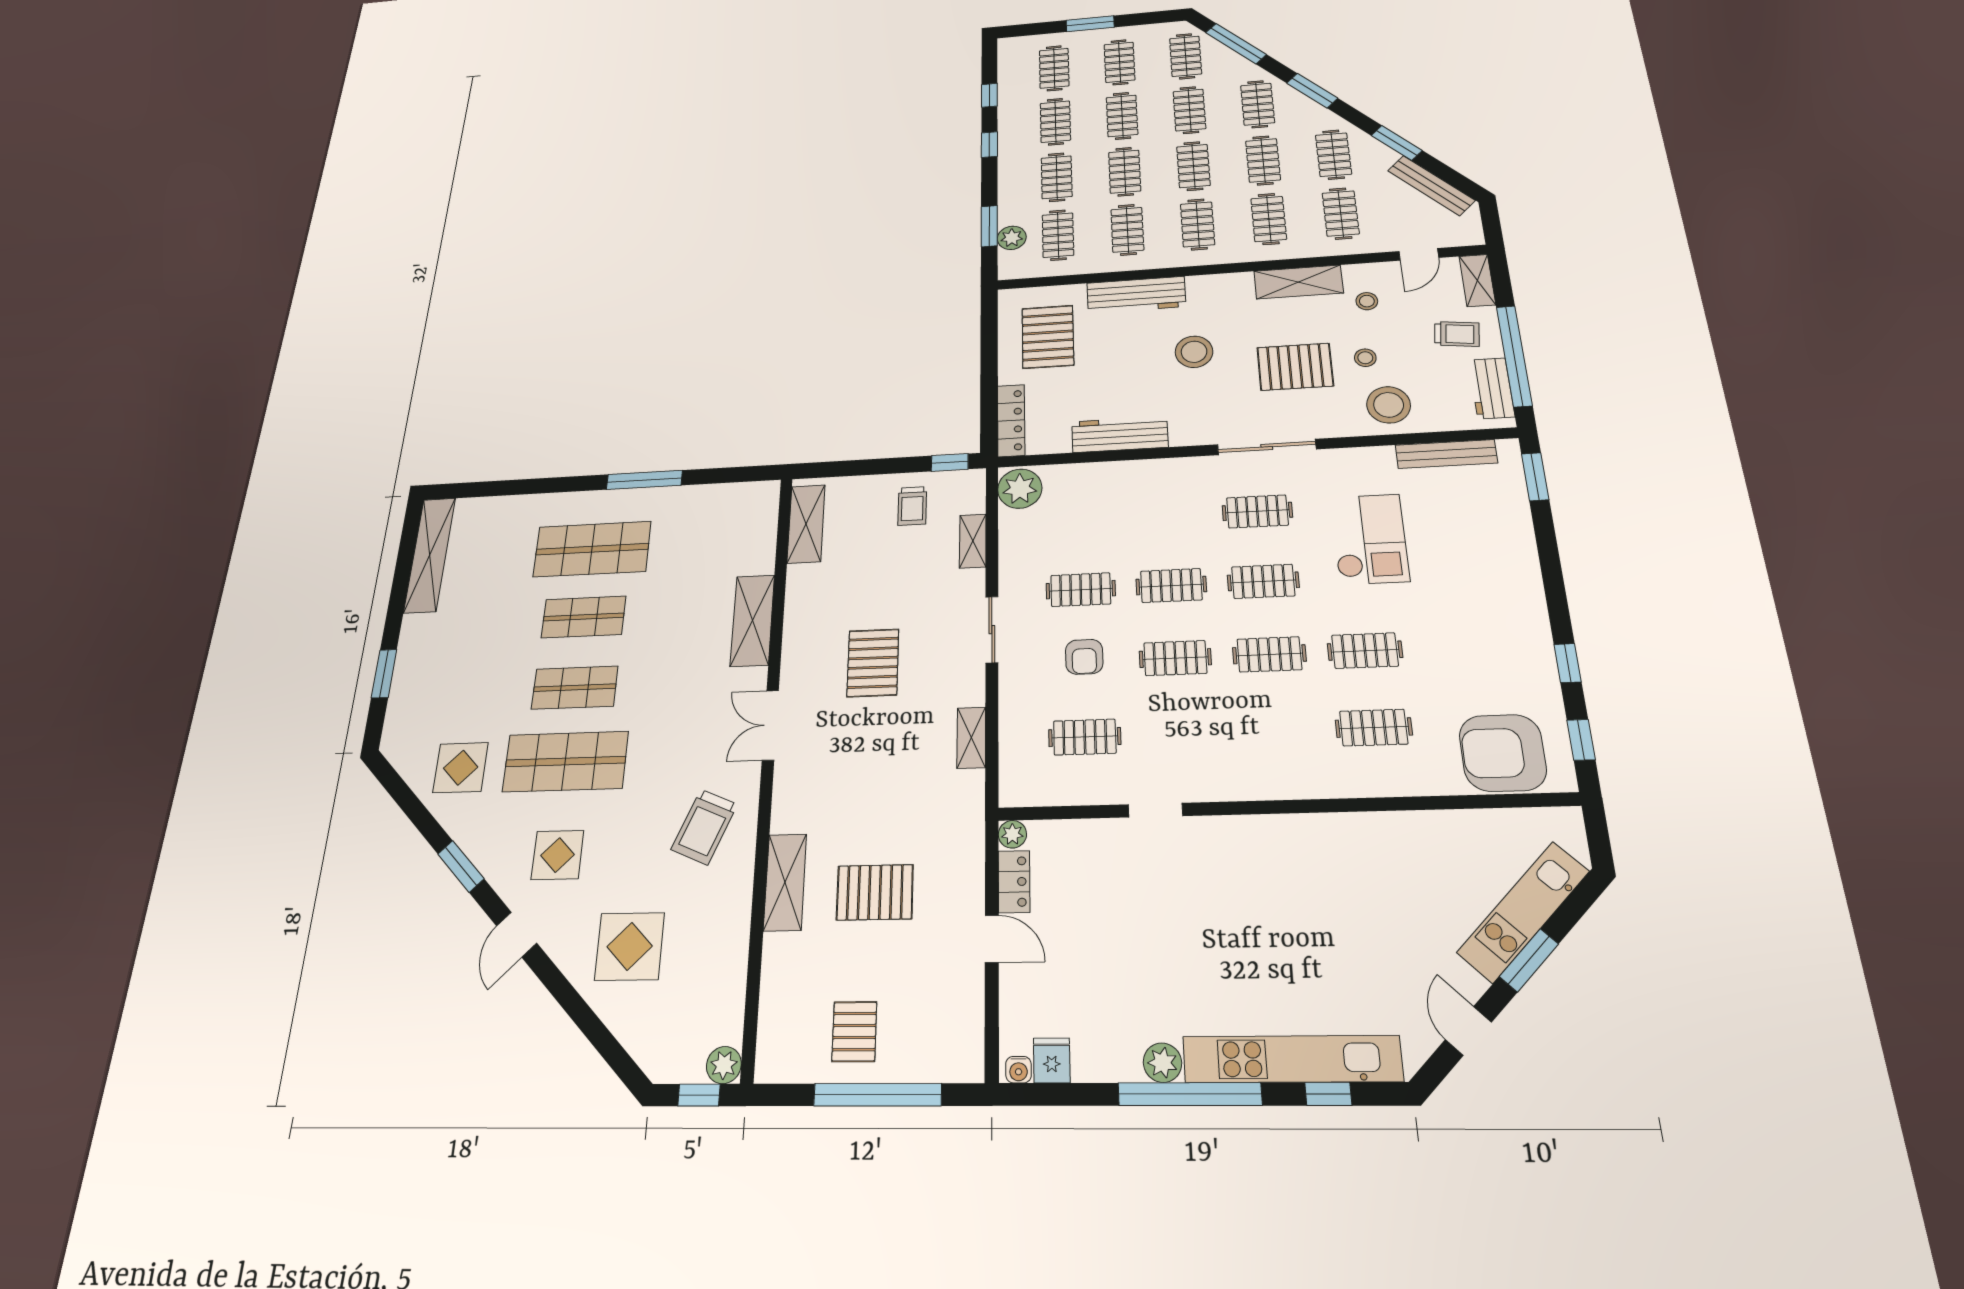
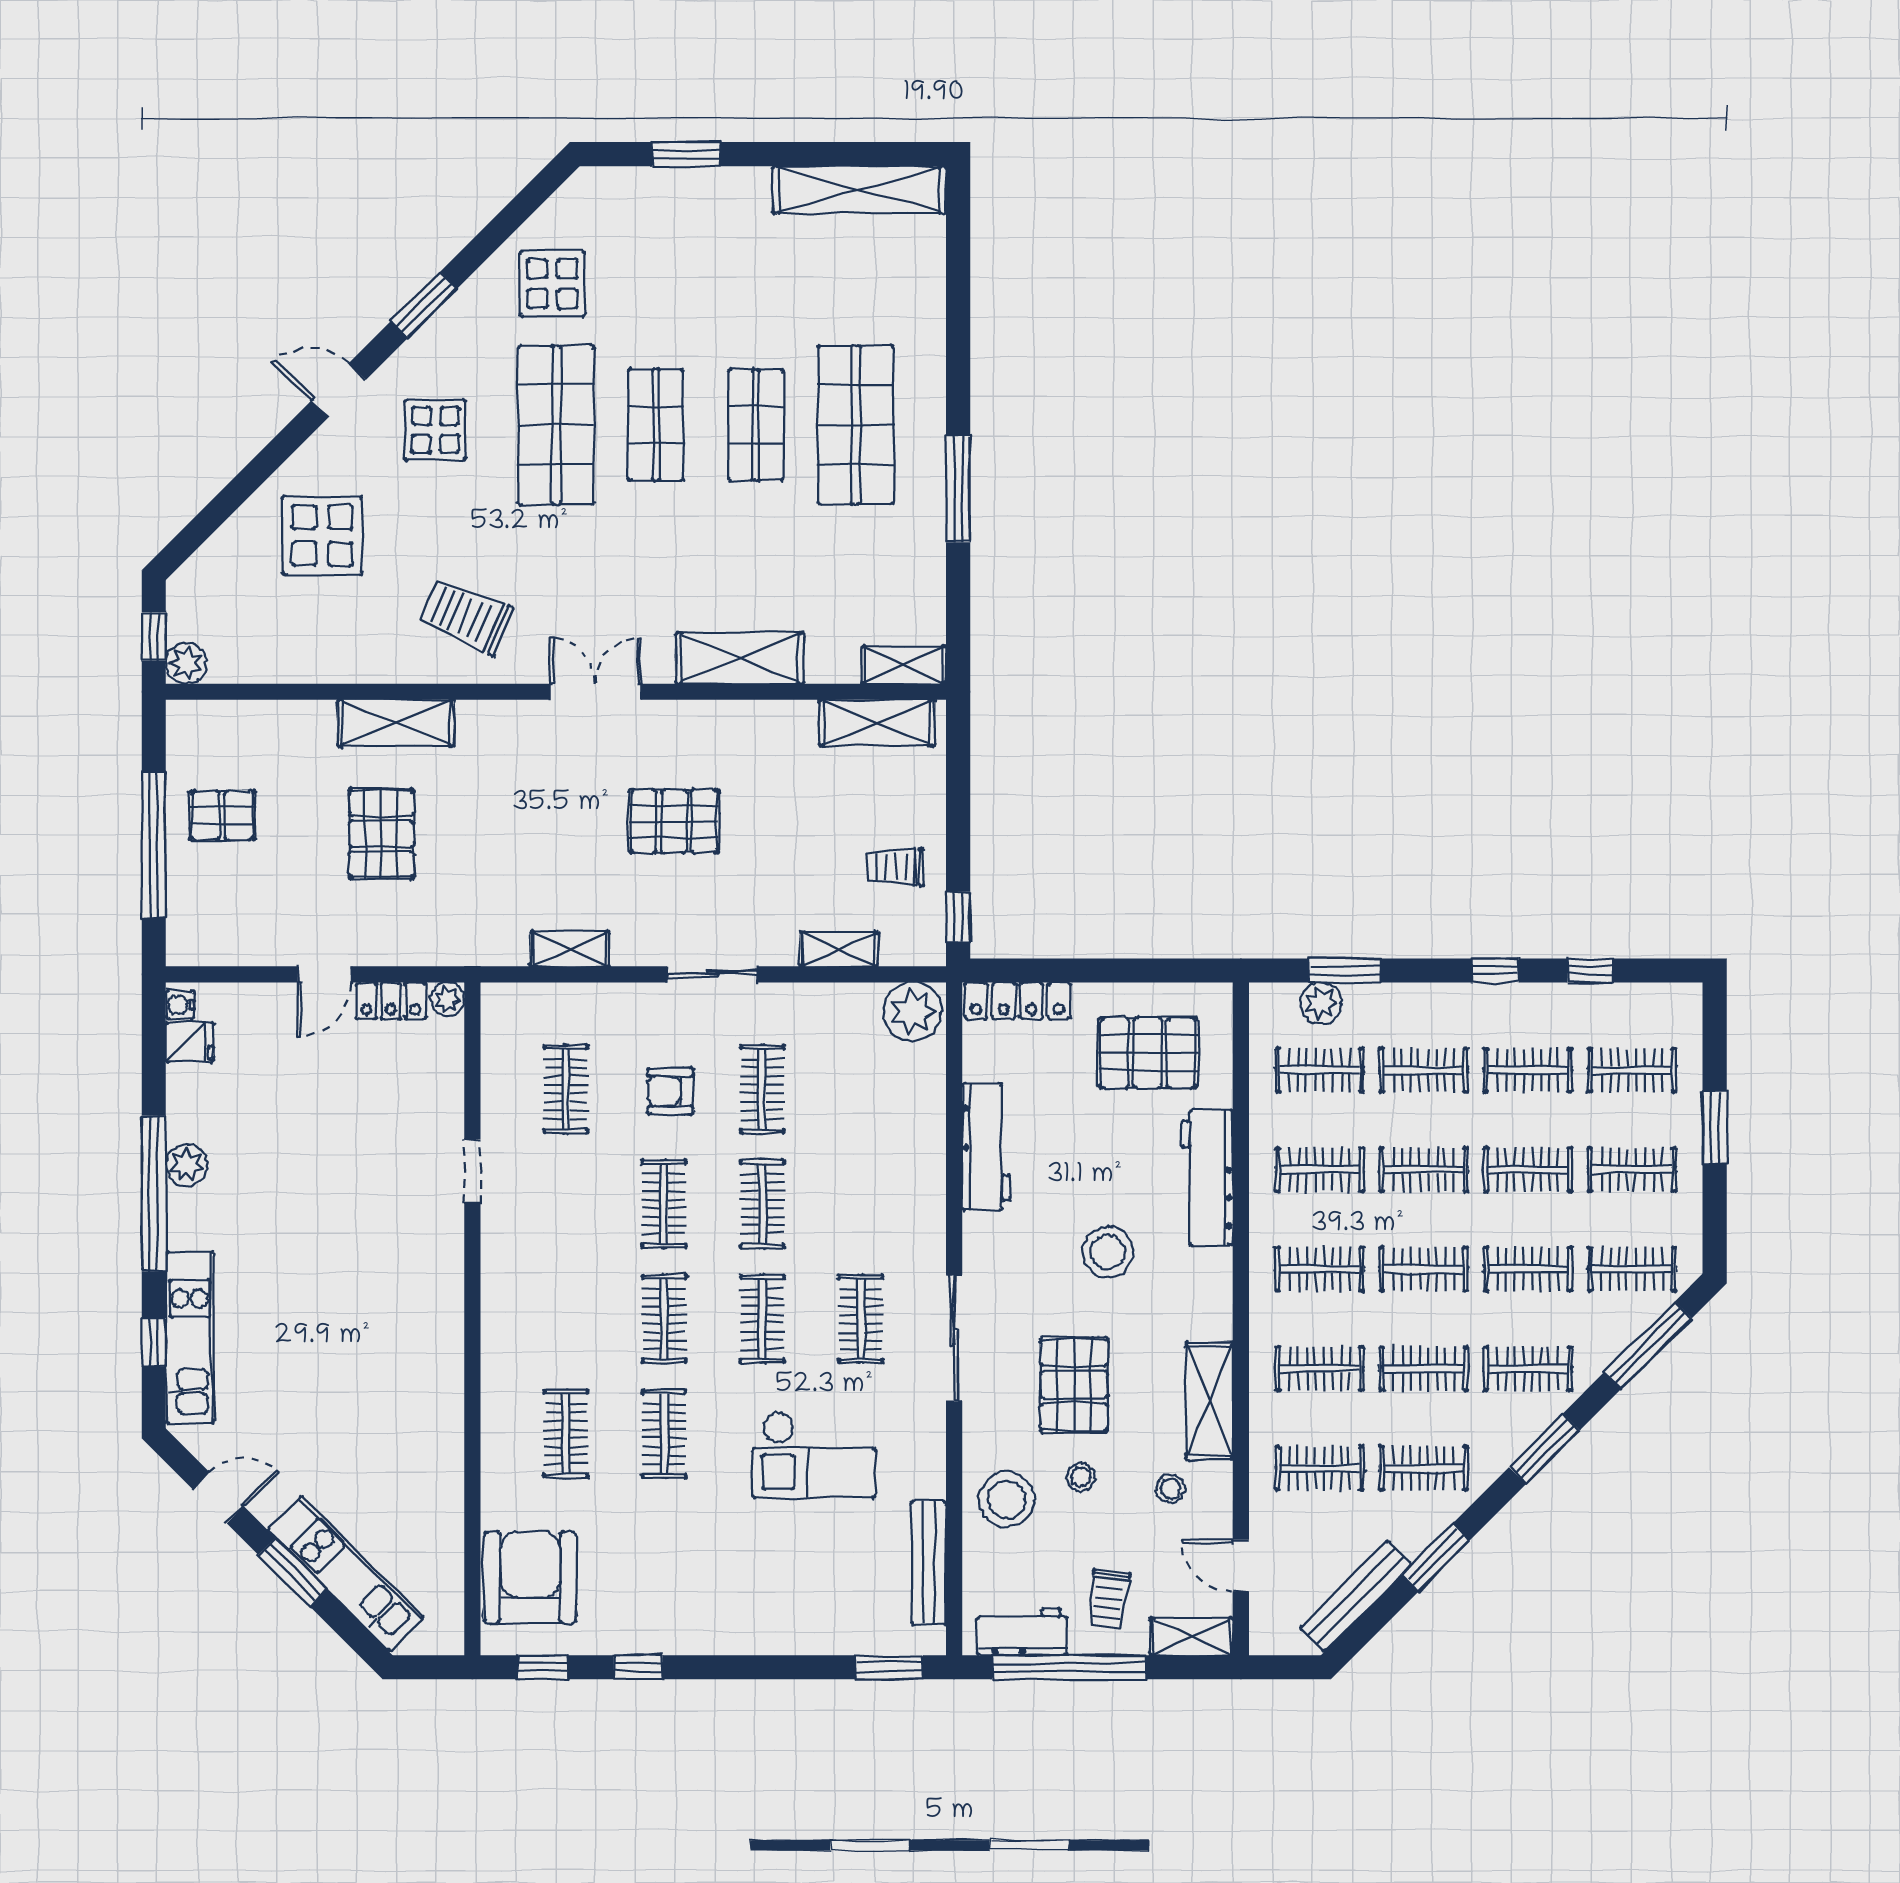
shelving: (765, 508) -> (904, 665), added
kitchen unit: (1292, 1059) -> (190, 1338), width x0.73

